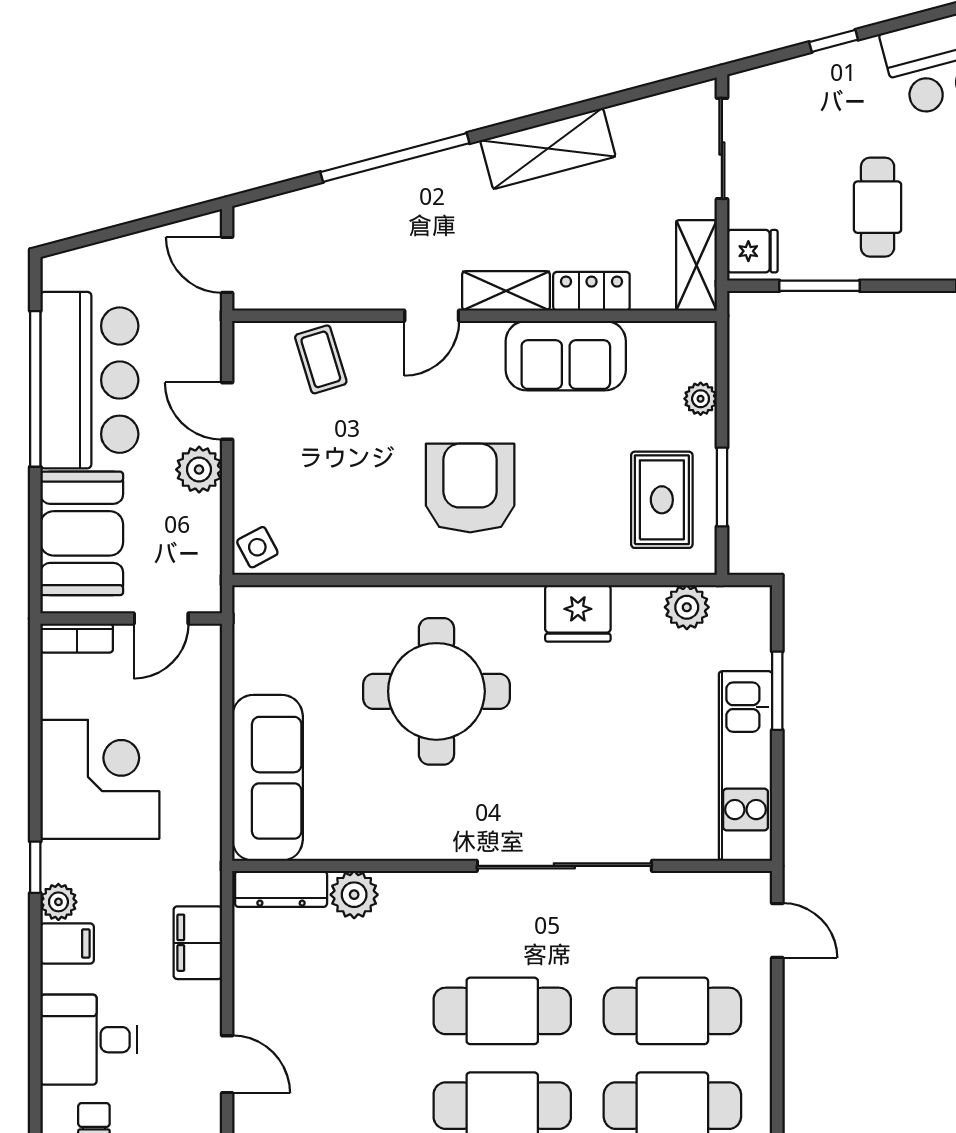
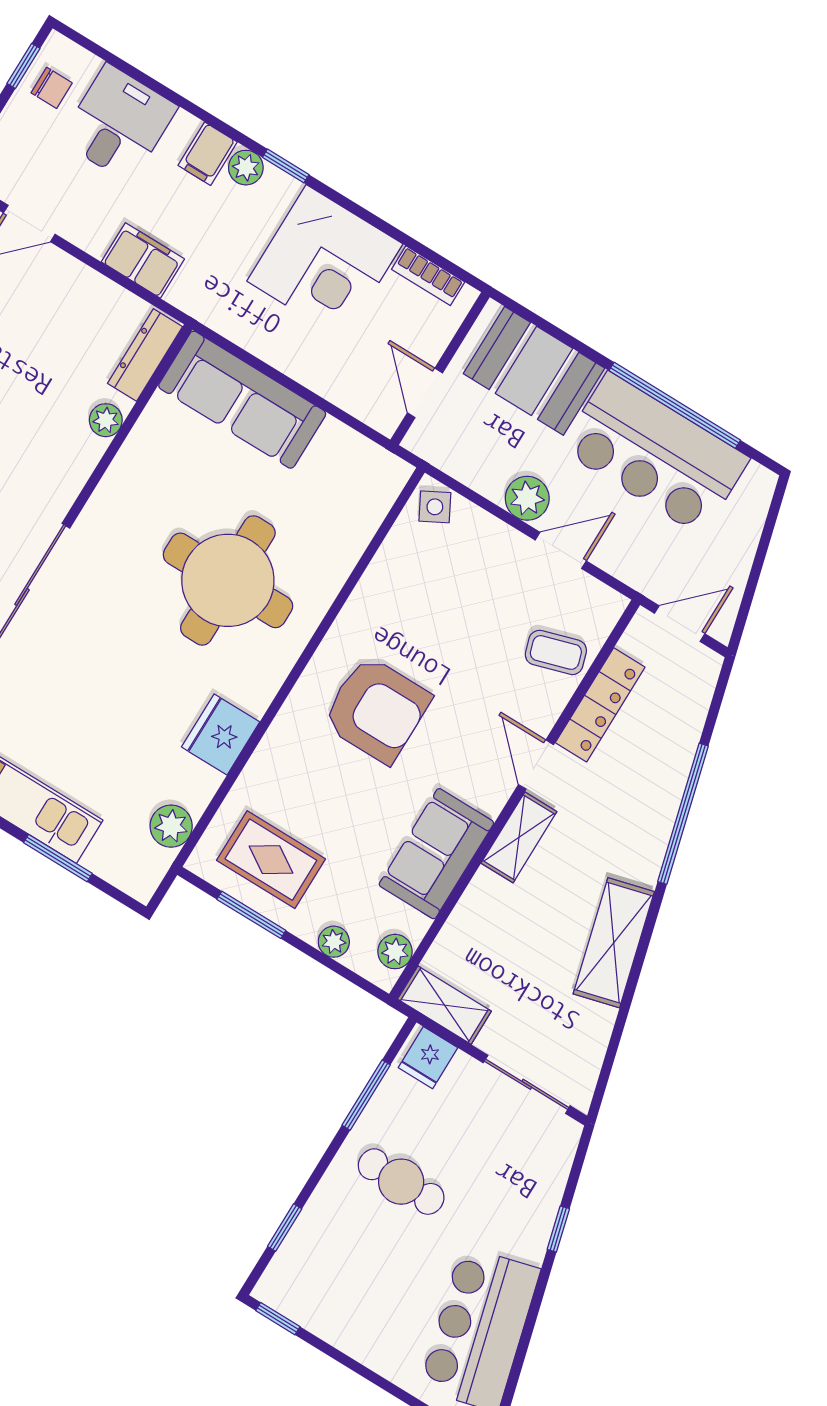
locker: (591, 291) -> (600, 705), moved, width x1.53
plant: (676, 339) -> (395, 952), added
bookcase: (77, 638) -> (428, 276), moved, turned -90
plant: (354, 895) -> (106, 420), width x0.73, depth x0.73

